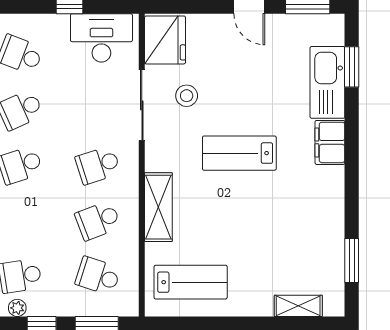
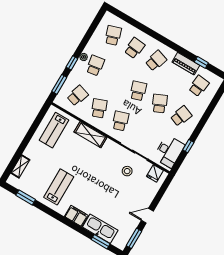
fridge: (165, 40) -> (155, 173), width x0.53, depth x0.75
lab bench: (239, 153) -> (59, 187), moved

